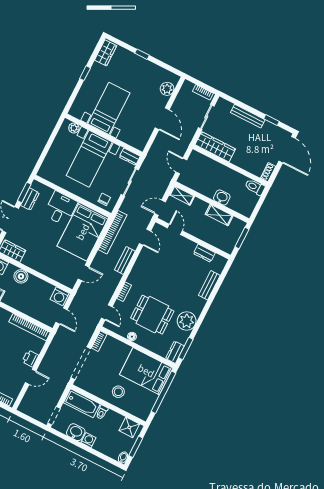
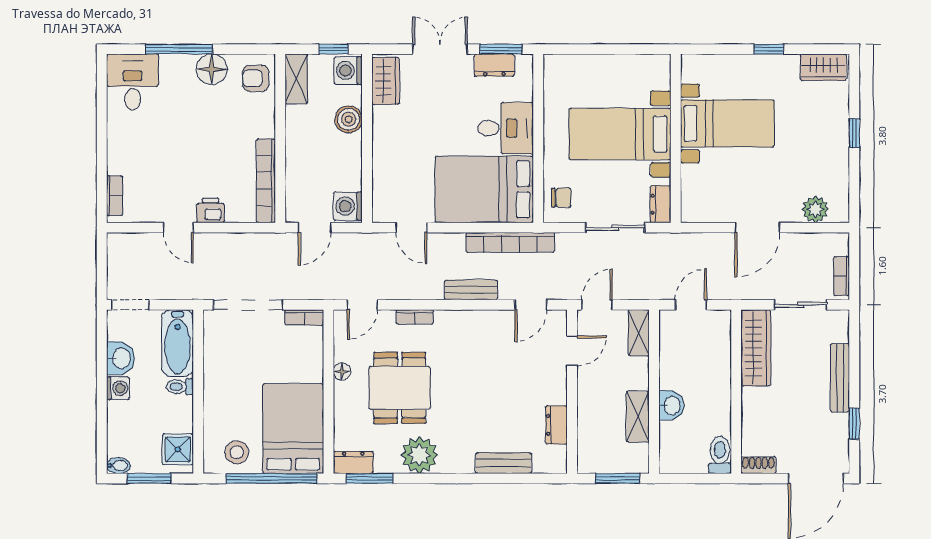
plant: (74, 128) -> (661, 79), removed
door: (160, 208) -> (597, 305), hinge flipped
stool: (118, 392) -> (237, 452), moved

